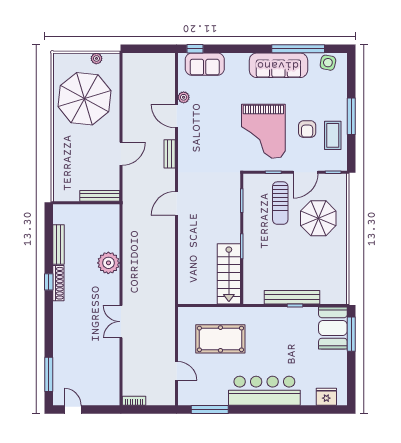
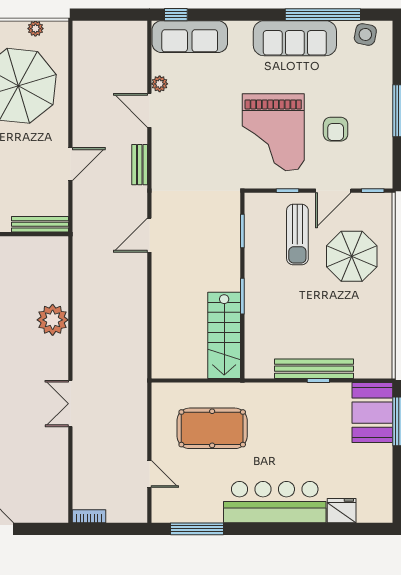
sofa: (205, 64) -> (190, 37), width x1.36
coffee table: (333, 135) -> (372, 138), removed
fridge: (326, 397) -> (342, 511), moved

